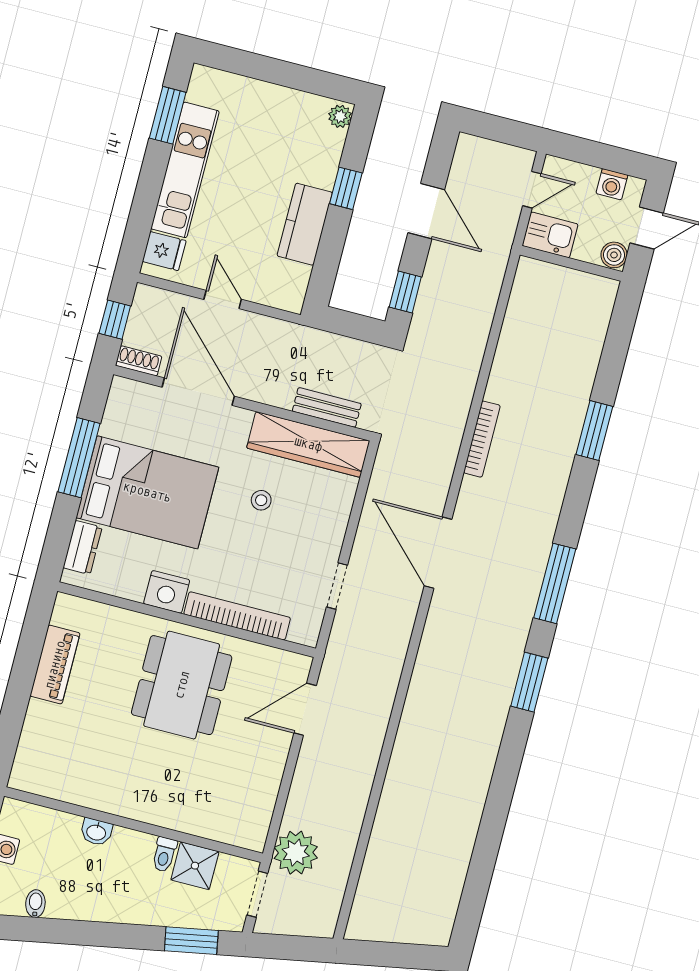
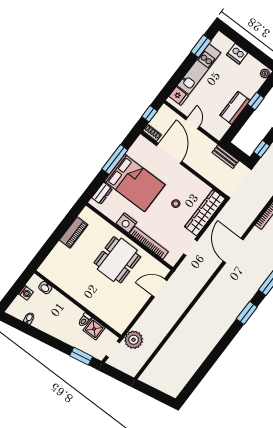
dishwasher: (257, 98) -> (237, 54), added
bench: (327, 407) -> (225, 157), moved
wardrobe: (308, 444) -> (205, 213), moved, turned 90
washbasin: (96, 832) -> (45, 288), moved

